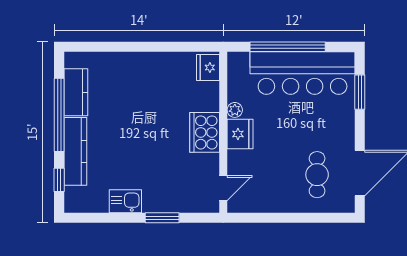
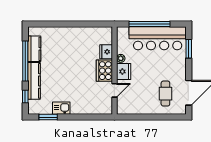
fridge: (208, 68) -> (106, 52), moved
door: (223, 188) -> (114, 90), moved
window: (162, 218) -> (48, 117), moved

